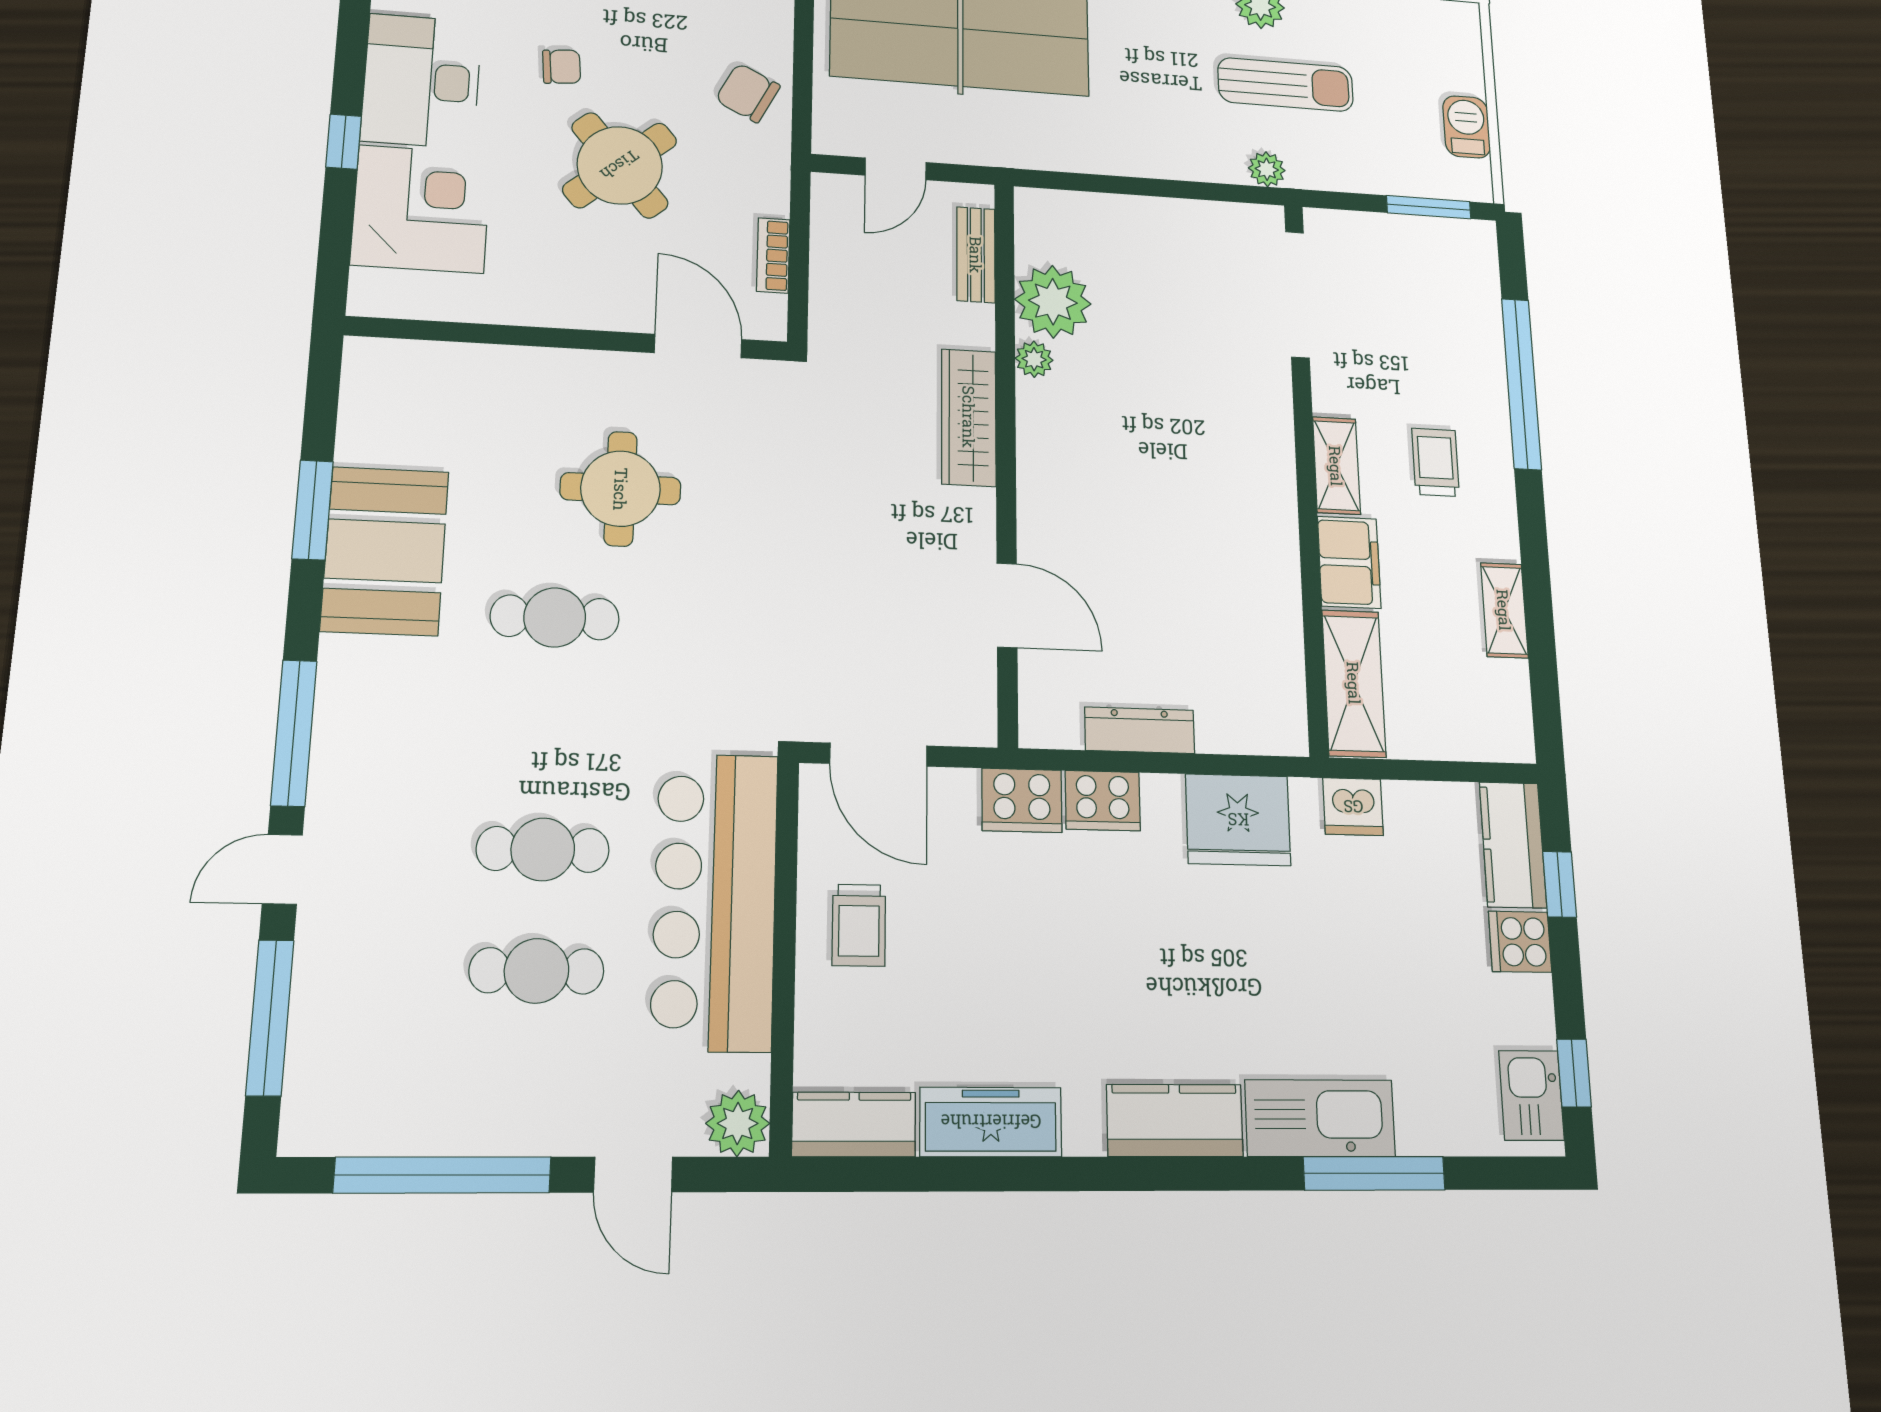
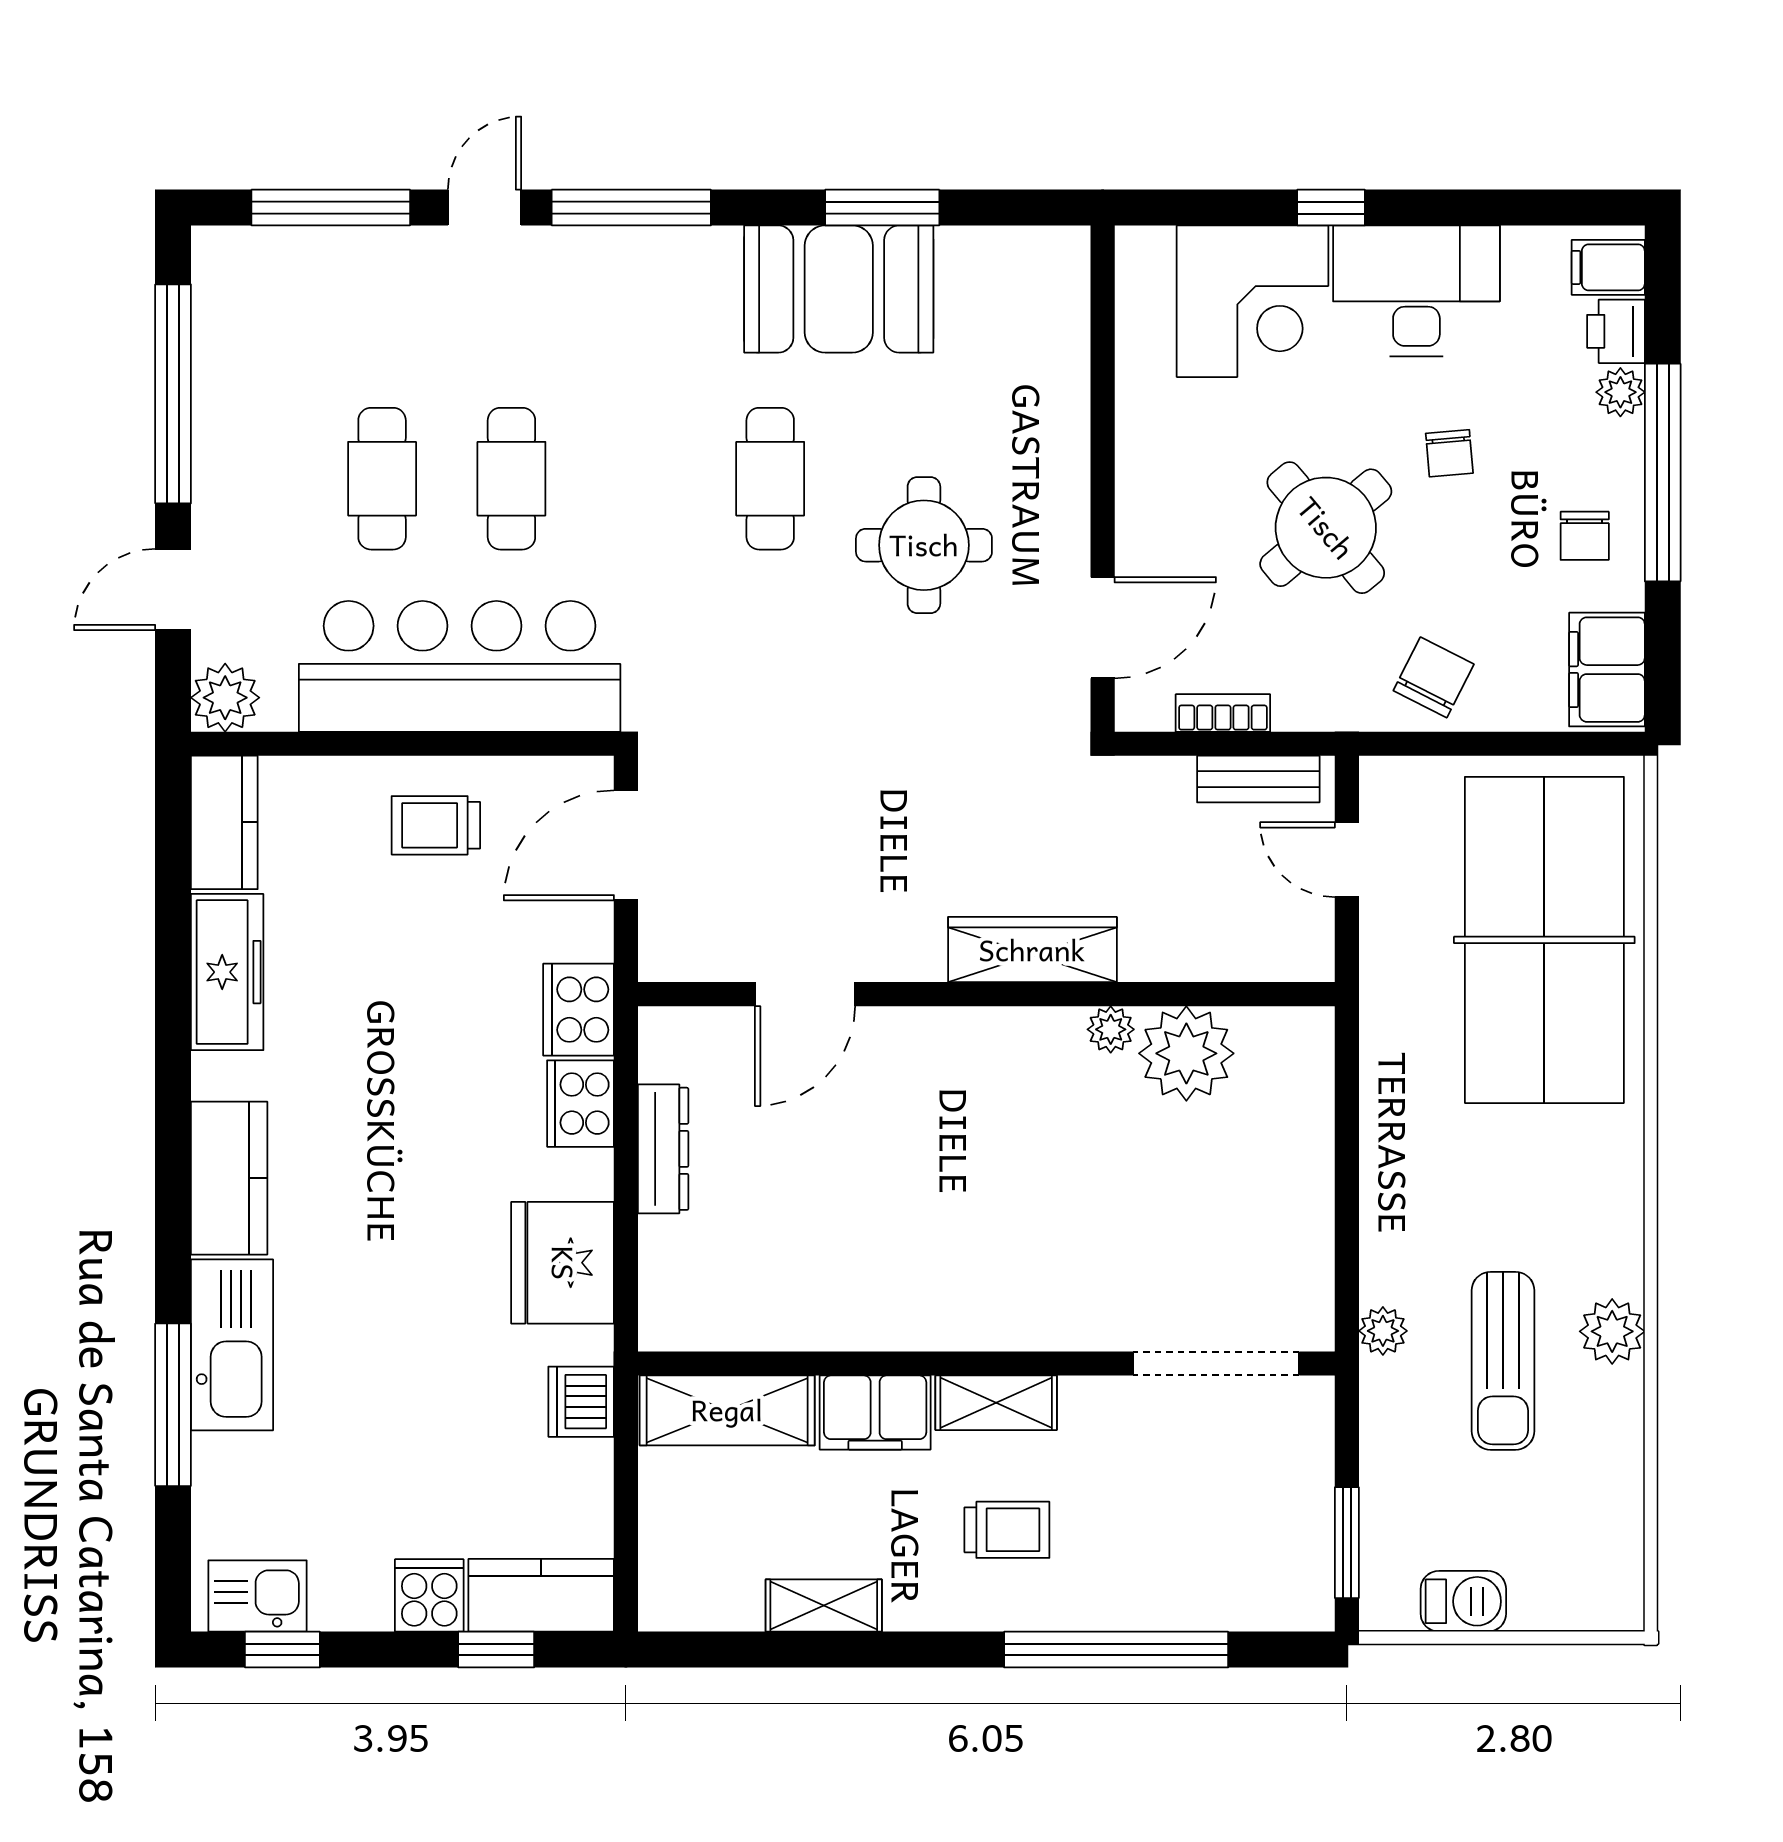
bench: (976, 255) -> (1258, 779), moved
door: (282, 869) -> (485, 208), hinge flipped

